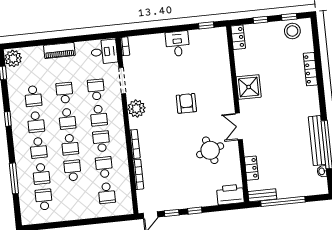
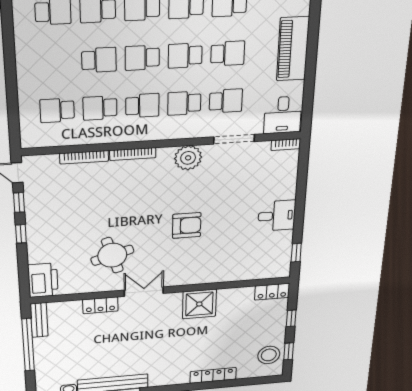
piano: (59, 50) -> (293, 49), width x1.37, depth x1.33
school desk: (104, 167) -> (100, 108), turned 180
locker: (251, 168) -> (100, 305), moved

